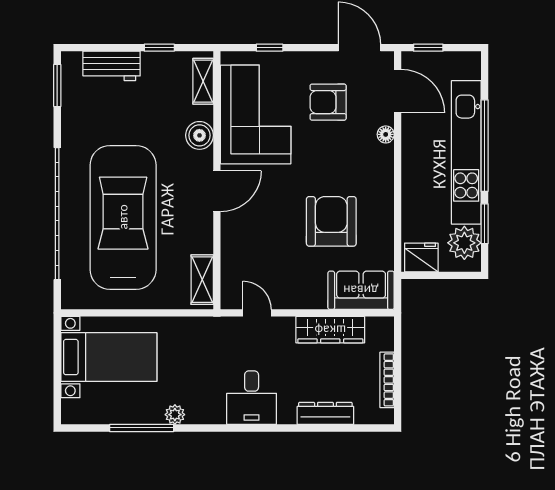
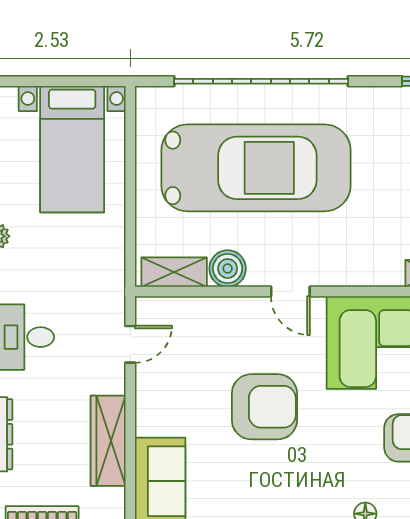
boiler: (199, 135) -> (228, 269), moved
door: (217, 191) -> (290, 291), width x0.73
armchair: (331, 221) -> (264, 407), moved

